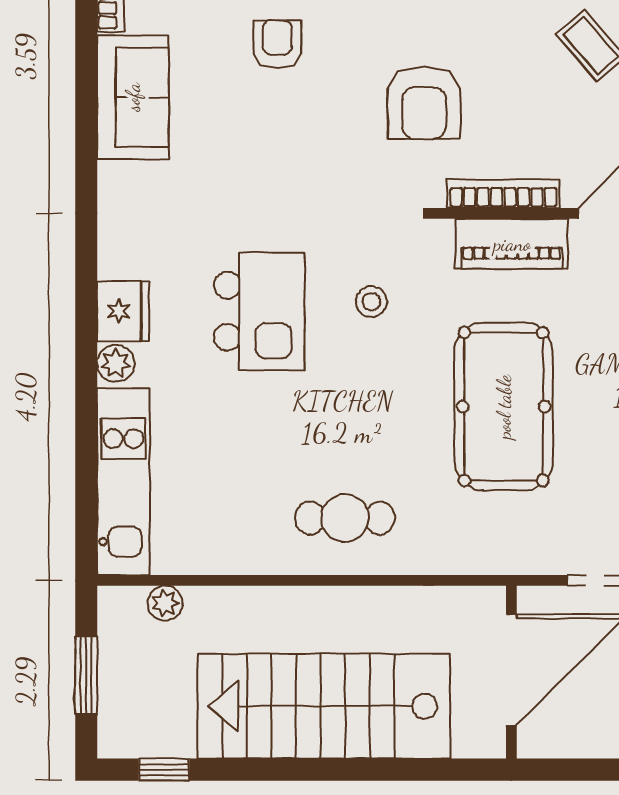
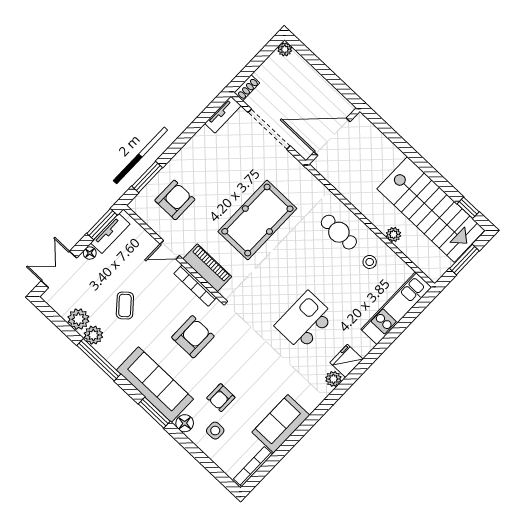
stool: (371, 302) -> (370, 262), moved
plant: (116, 363) -> (333, 379), moved
plant: (165, 603) -> (394, 234), moved
stairs: (324, 706) -> (431, 209), moved

